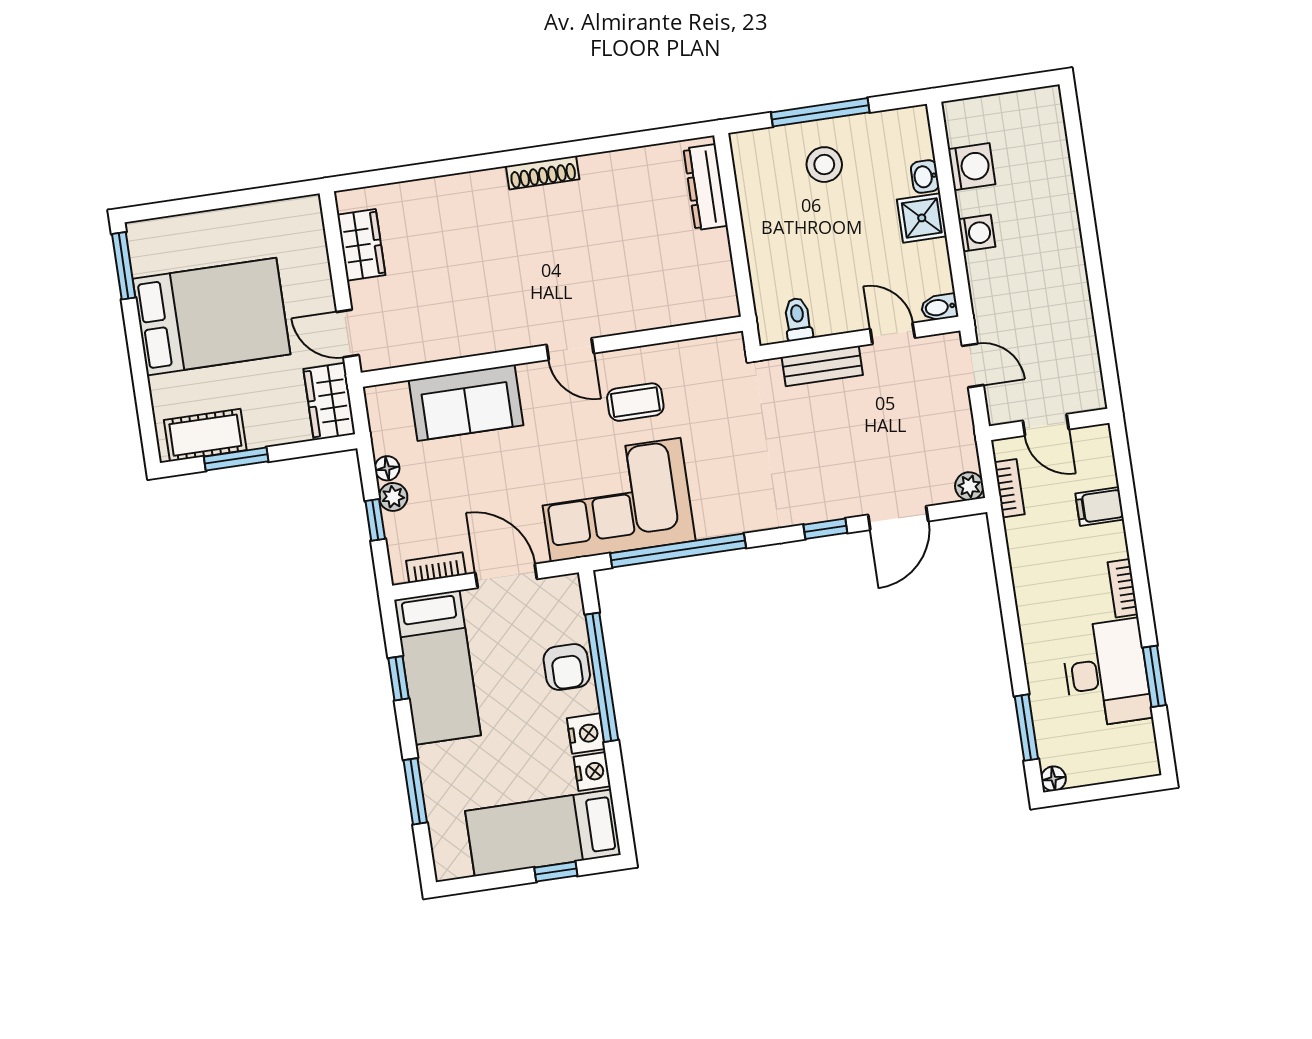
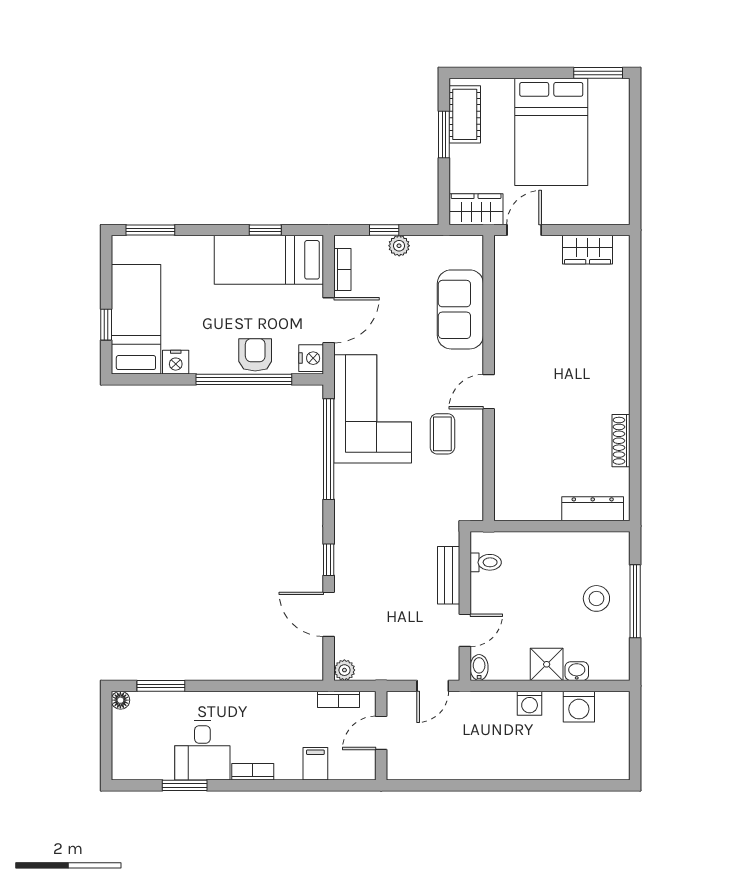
shoe rack: (543, 173) -> (621, 441), moved
floor lamp: (387, 468) -> (421, 244), removed
armchair: (567, 667) -> (255, 355), turned 90
desk: (1106, 673) -> (202, 750), width x0.73
nightstand: (586, 734) -> (311, 358), moved, turned -90
window: (415, 791) -> (150, 230), moved

